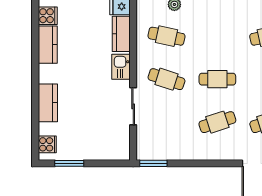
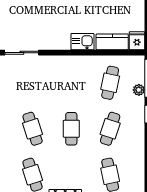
cafe table: (166, 79) -> (110, 129), moved
sliding door: (133, 106) -> (22, 53), moved

